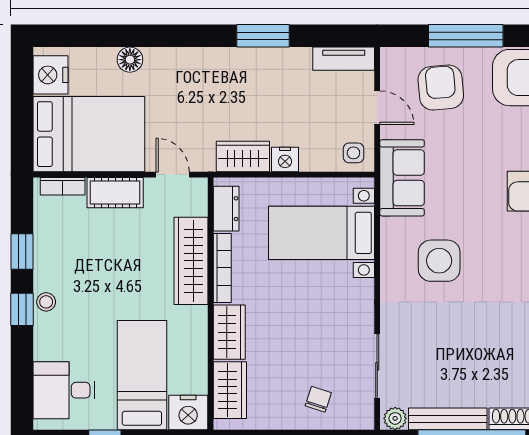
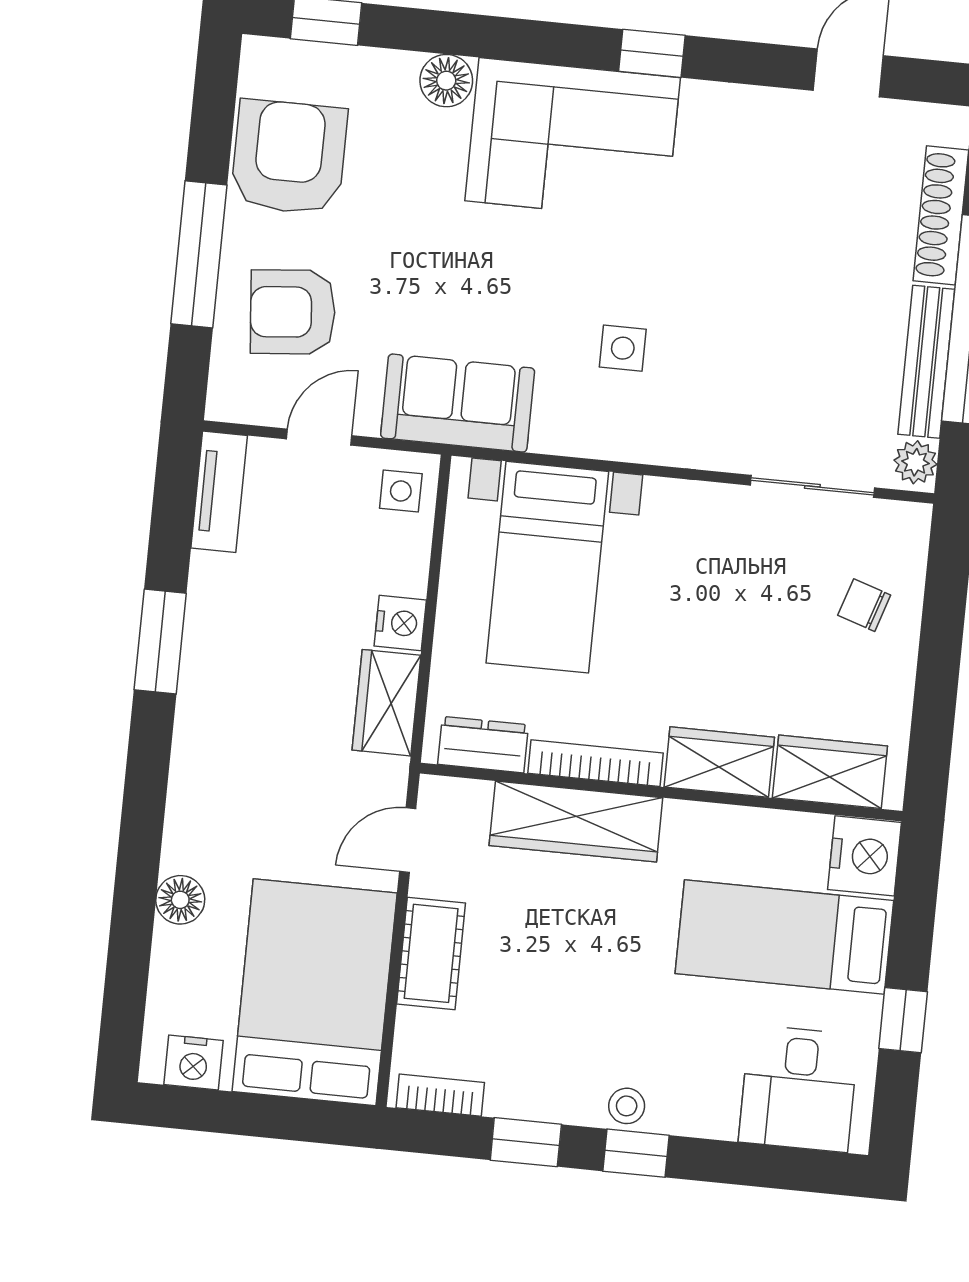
nightstand: (50, 75) -> (194, 1062), width x0.74, depth x0.75
bookcase: (63, 186) -> (440, 1095), moved, turned -90
side table: (439, 261) -> (623, 348), width x0.54, depth x0.54

